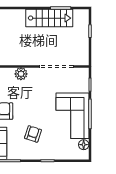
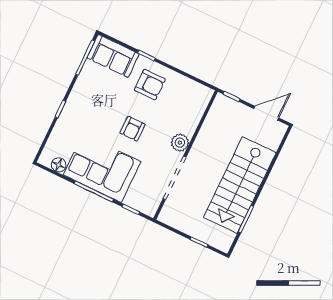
stairs: (49, 18) -> (240, 185), width x1.36, depth x1.51
plant: (21, 74) -> (180, 143), moved
armchair: (33, 134) -> (132, 129), moved, turned 72

